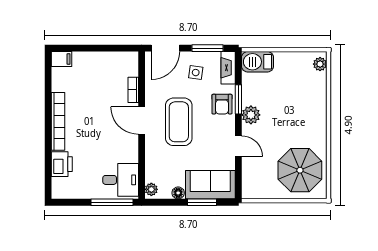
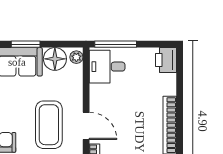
printer: (62, 164) -> (166, 60), moved
floor lamp: (178, 193) -> (55, 59), width x1.89, depth x1.89

